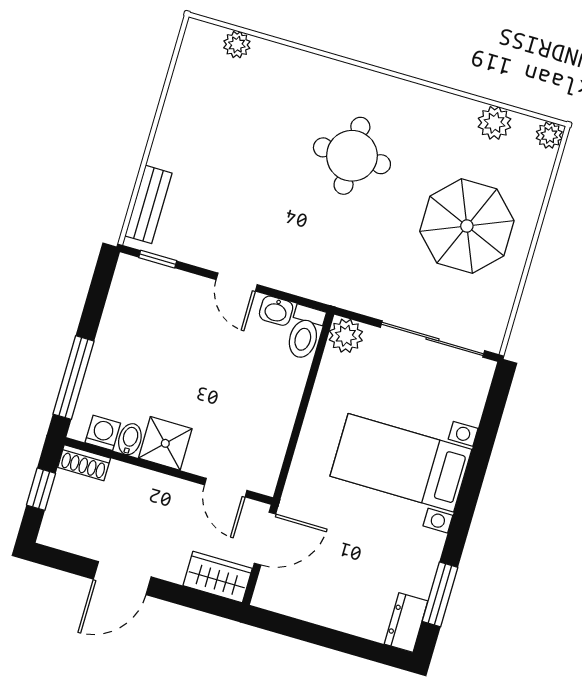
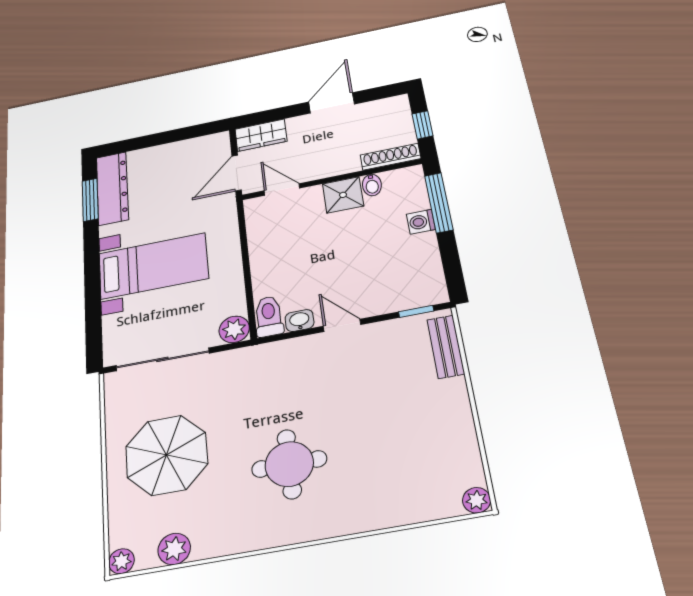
plant: (237, 45) -> (477, 500), moved
washing machine: (103, 433) -> (421, 222), moved, turned 90
shoe rack: (84, 463) -> (390, 157), width x1.43
dresser: (406, 622) -> (112, 188), width x1.96, depth x1.24

